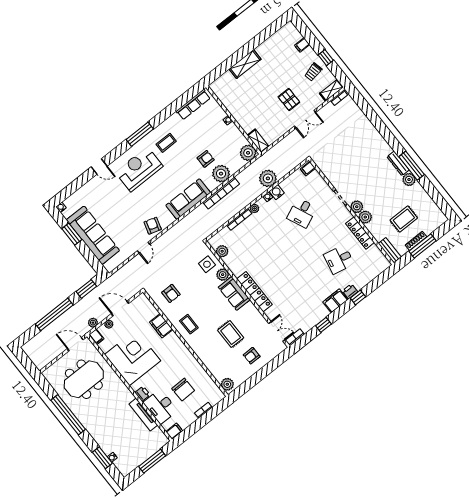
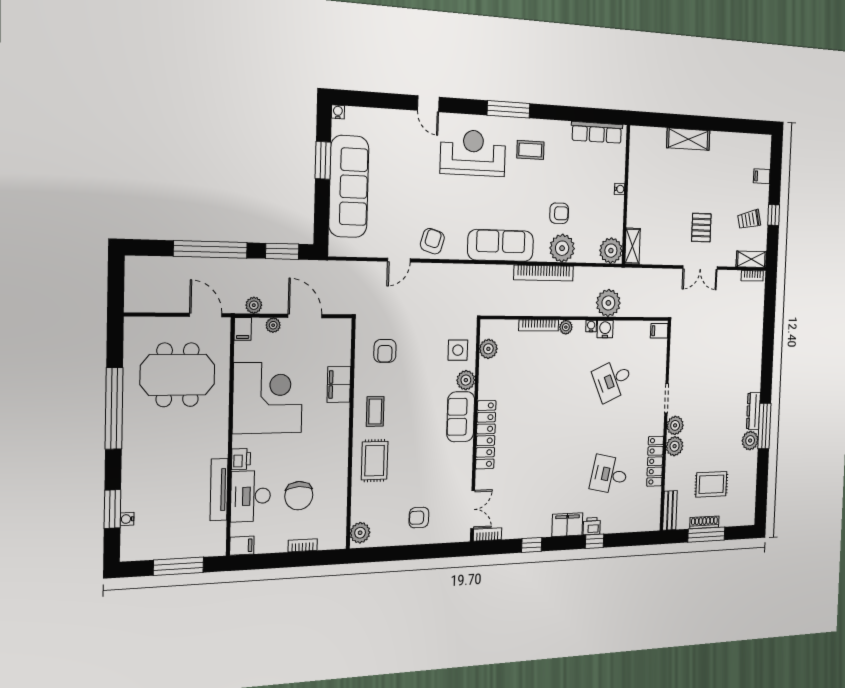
rug: (231, 334) -> (375, 461), moved

